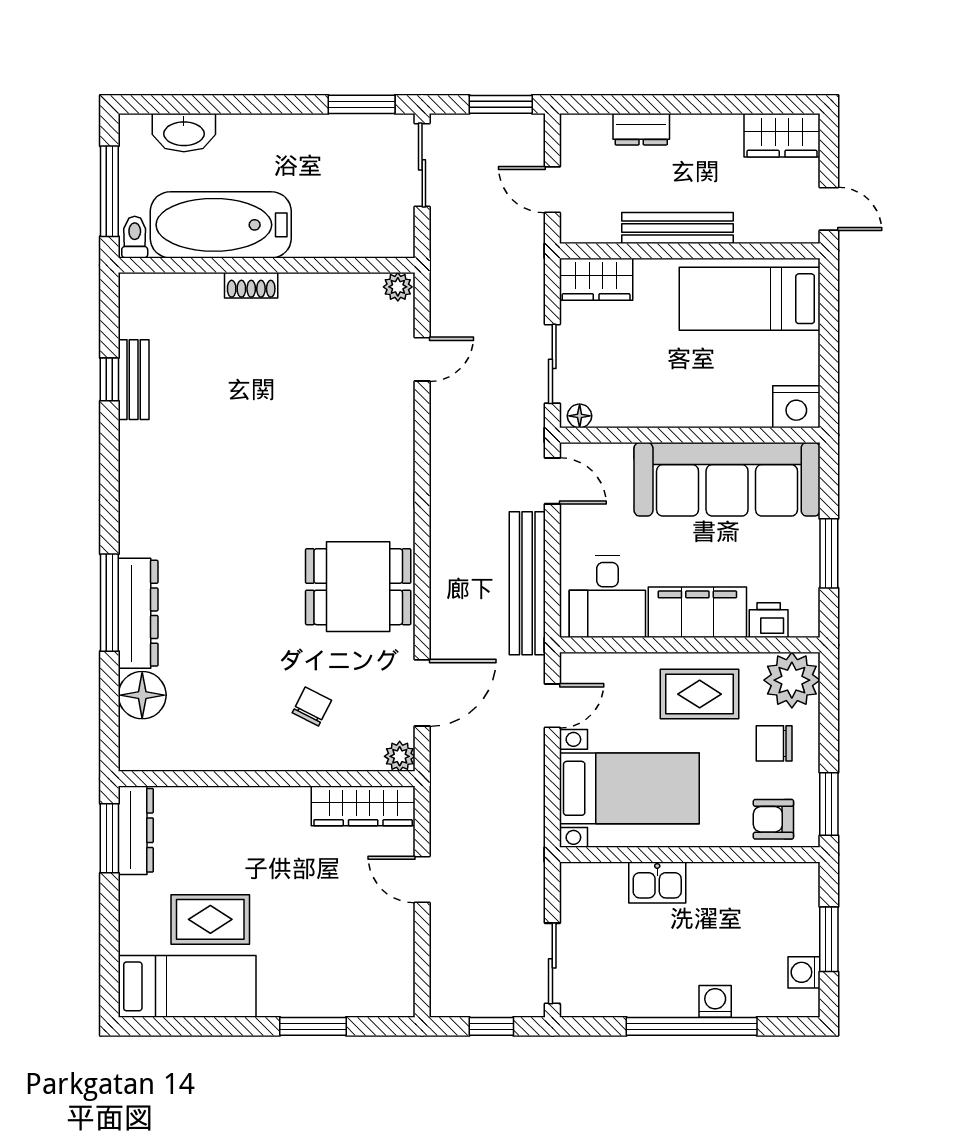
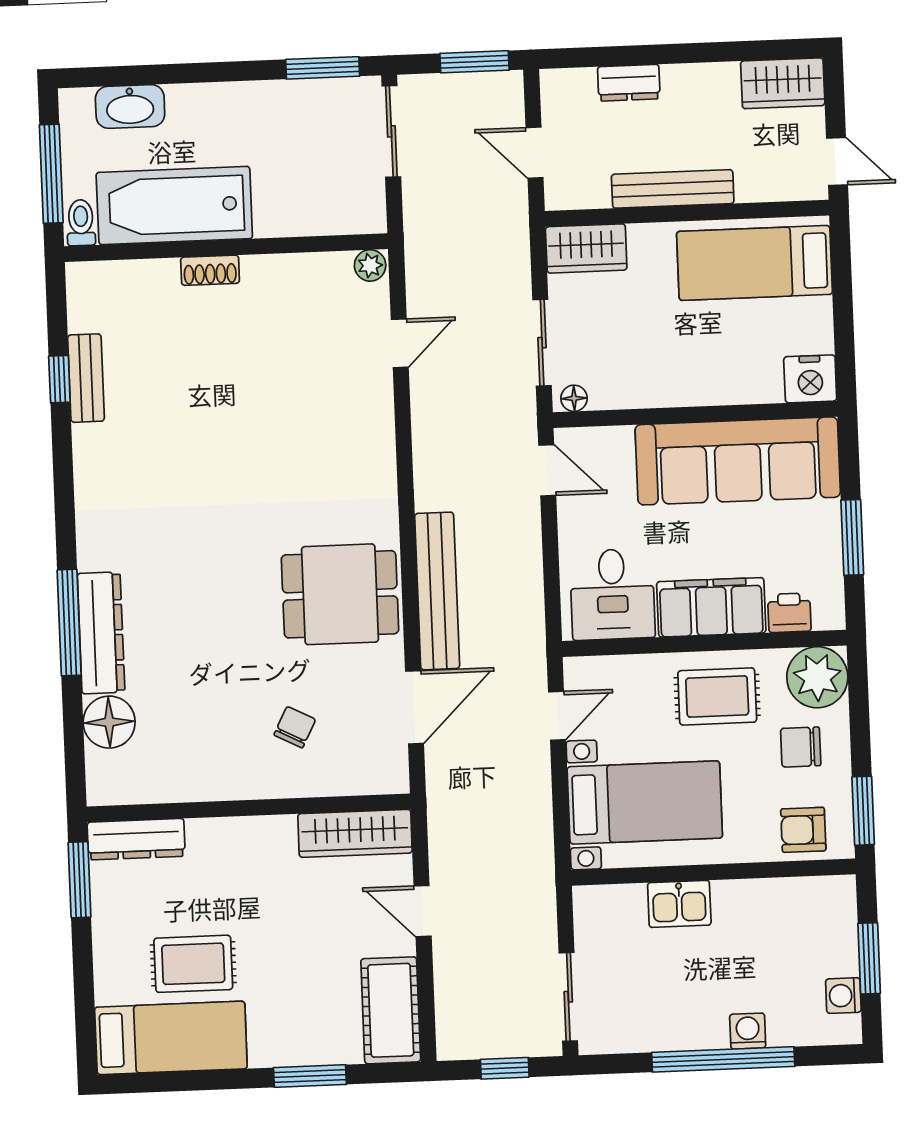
bench: (527, 583) -> (437, 591), moved
plant: (400, 756) -> (393, 777), removed
dresser: (136, 830) -> (136, 839), moved, turned 90
cot: (389, 969) -> (391, 1010), added

